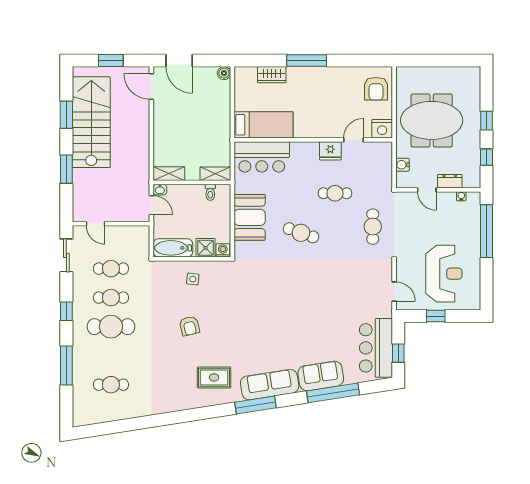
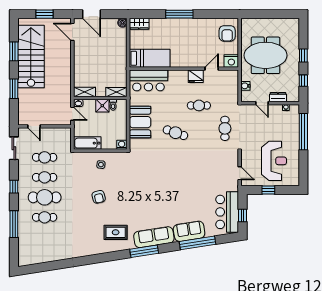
wardrobe: (272, 75) -> (139, 24), moved
shower: (205, 248) -> (102, 106), moved
cafe table: (111, 385) -> (45, 217), moved

